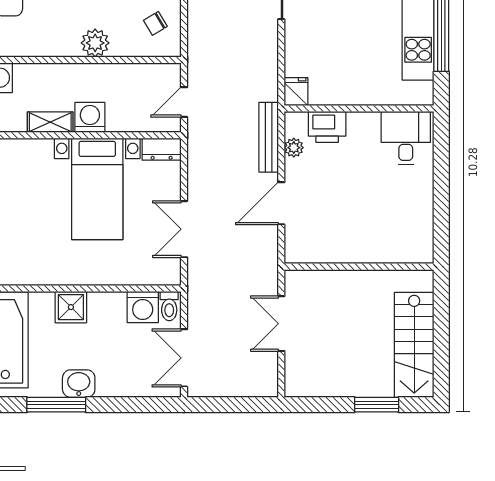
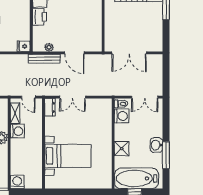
washing machine: (90, 117) -> (17, 131), moved, turned 180
shelving: (50, 122) -> (15, 113), moved
printer: (327, 127) -> (40, 17), moved
bed with nightstands: (97, 189) -> (68, 156), moved
double door: (184, 229) -> (73, 97), moved
double door: (281, 324) -> (129, 53), width x1.37

